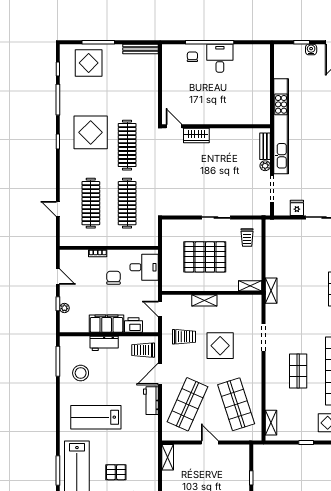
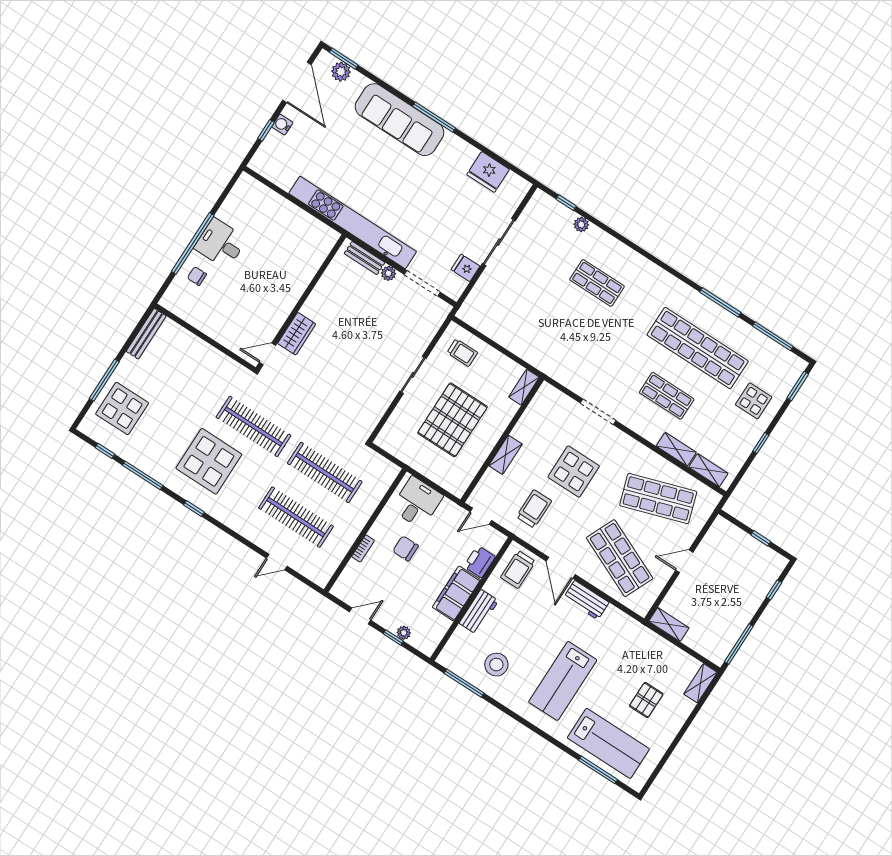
shelving: (271, 291) -> (676, 449), moved

